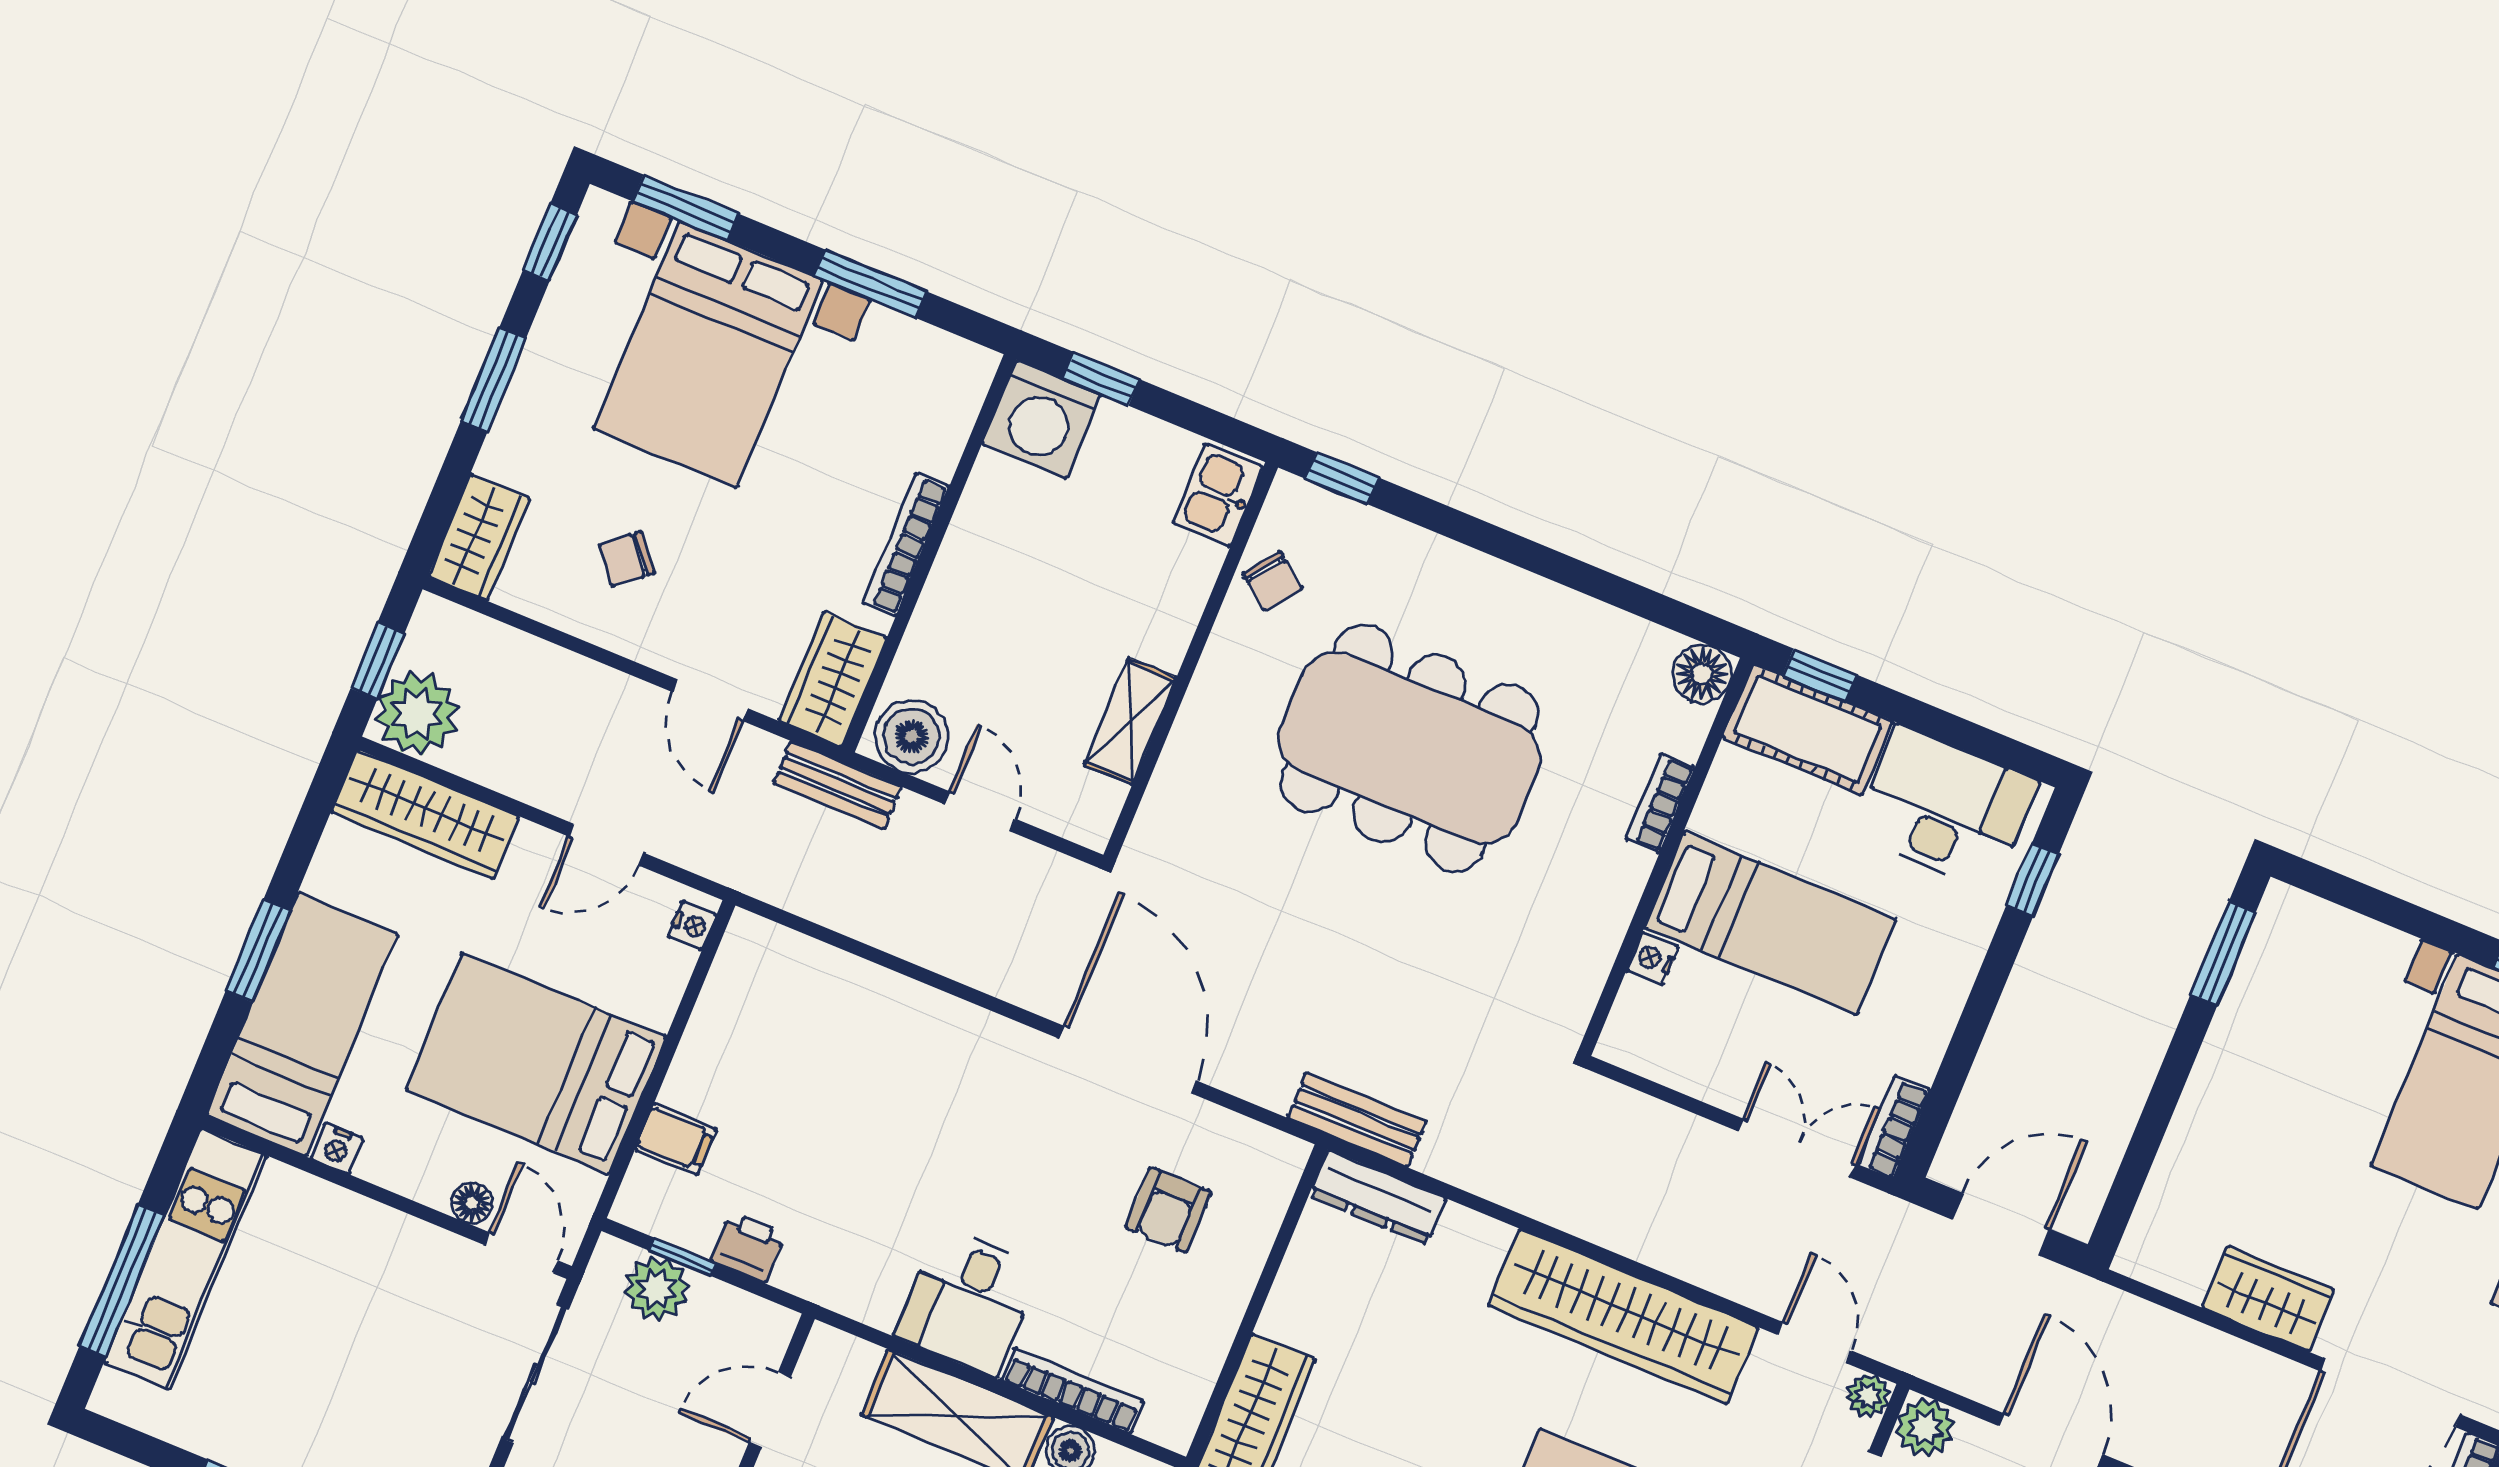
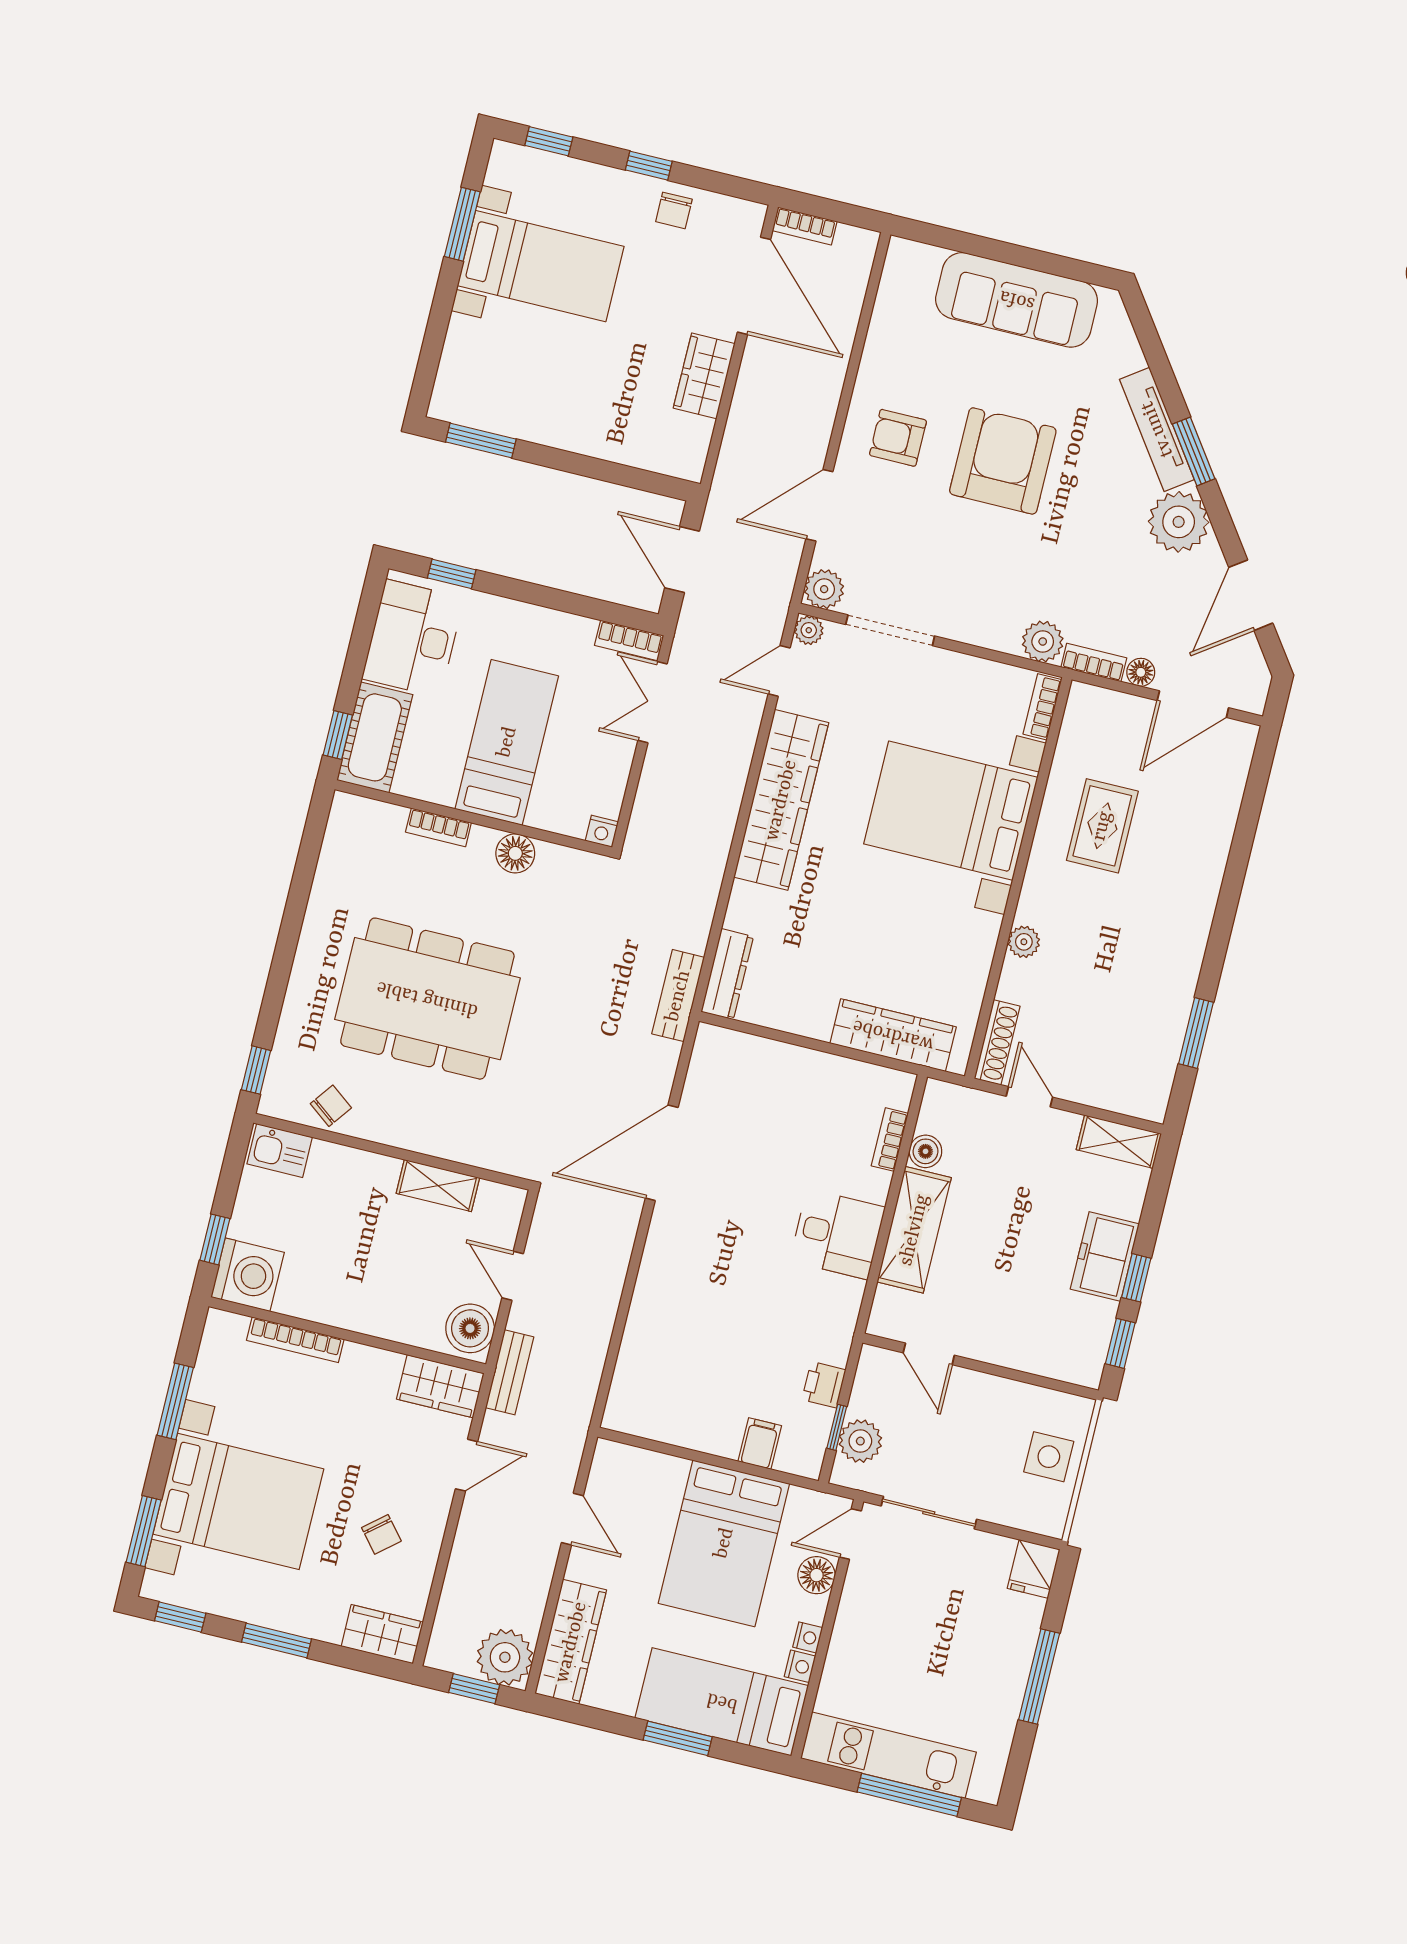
bookcase: (906, 544) -> (295, 1340), moved
floor lamp: (1702, 674) -> (515, 853), moved
dining table: (1409, 748) -> (427, 999), turned 90
door: (980, 811) -> (513, 1276), hinge flipped
nightstand: (692, 925) -> (808, 1637), moved, turned 90
nightstand: (1653, 959) -> (602, 831), moved
floor lamp: (472, 1203) -> (816, 1575), width x1.37, depth x1.37
armchair: (1168, 1210) -> (757, 1111), removed
bookcase: (1073, 1391) -> (890, 1140), width x0.64

